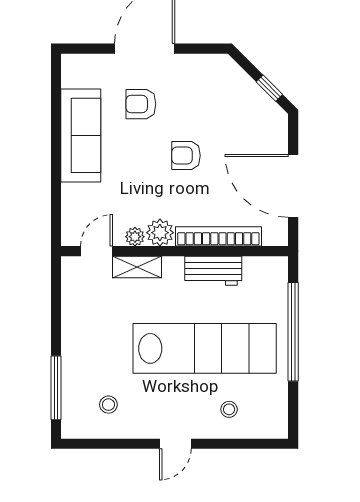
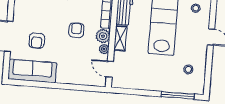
sofa: (81, 135) -> (32, 71), moved
armchair: (186, 156) -> (76, 30), moved, turned 180
shelving: (137, 267) -> (120, 38), moved

